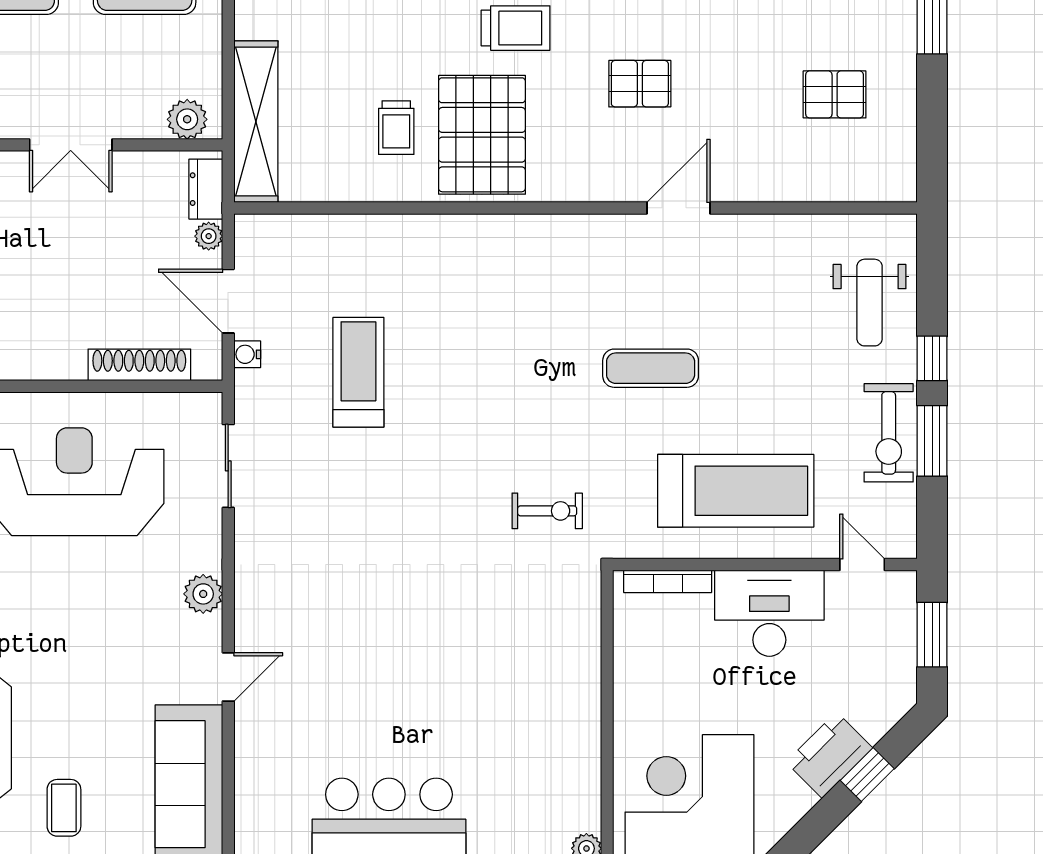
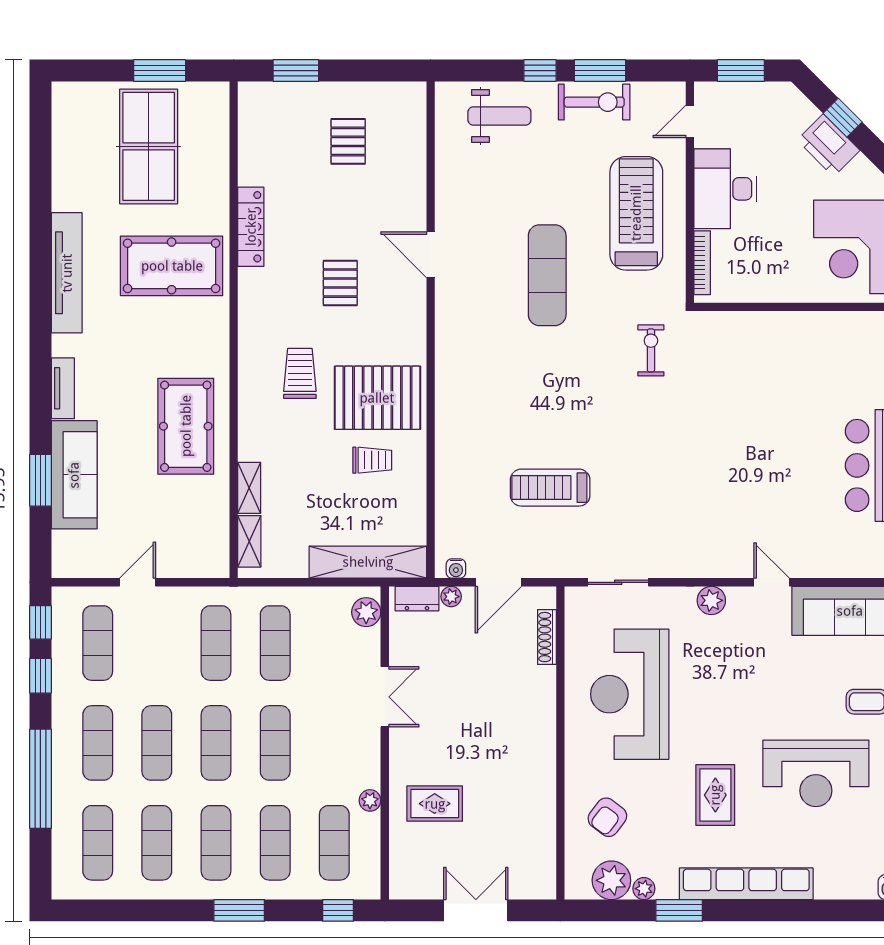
water cooler: (247, 354) -> (456, 569), moved
shoe rack: (139, 365) -> (547, 637), width x0.74, depth x0.81
exercise mat: (651, 368) -> (547, 275), width x1.36, depth x1.45

